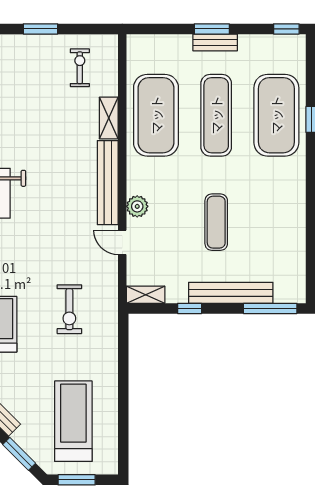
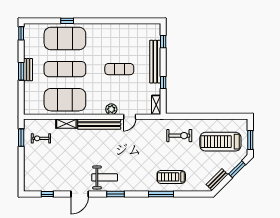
window: (40, 29) -> (21, 138), moved
window: (270, 308) -> (163, 42), width x0.46
exercise bike: (69, 309) -> (179, 136), moved

